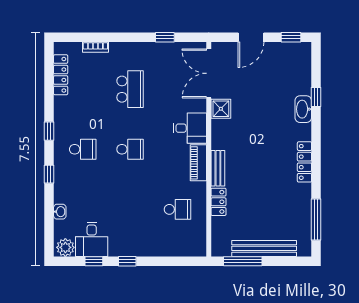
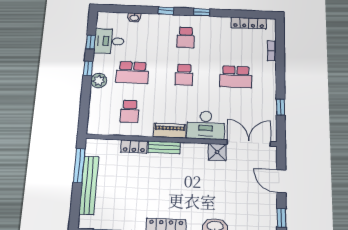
desk: (190, 128) -> (206, 125), width x1.37
school desk: (130, 209) -> (132, 72), added
plant: (65, 247) -> (99, 81), moved

